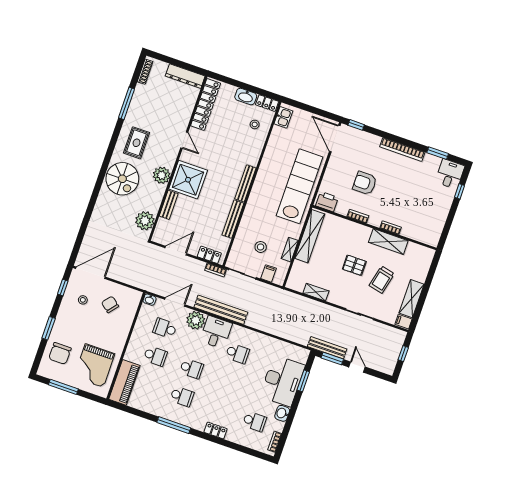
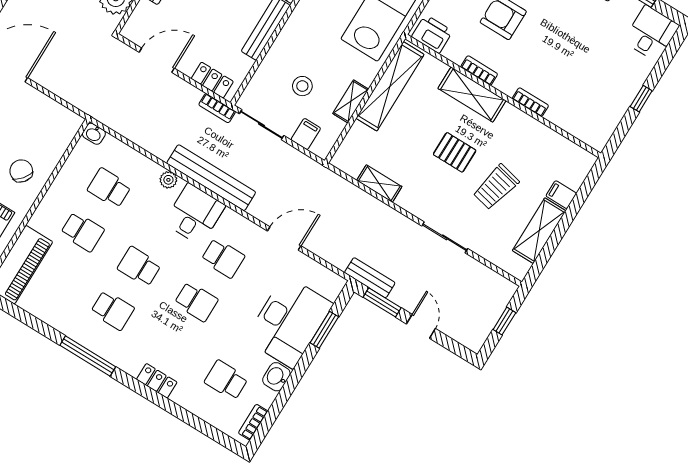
window: (459, 191) -> (641, 99), moved
shelving: (388, 242) -> (472, 94), moved
door: (175, 302) -> (284, 238), moved
chair: (110, 304) -> (21, 171), moved
plant: (196, 320) -> (168, 180), width x0.53, depth x0.53
filing cabinet: (403, 322) -> (561, 195), moved
bench: (327, 348) -> (370, 278), width x0.73
school desk: (192, 369) -> (139, 267), turned 180
school desk: (228, 381) -> (196, 302), added
school desk: (254, 421) -> (226, 380), turned 180

